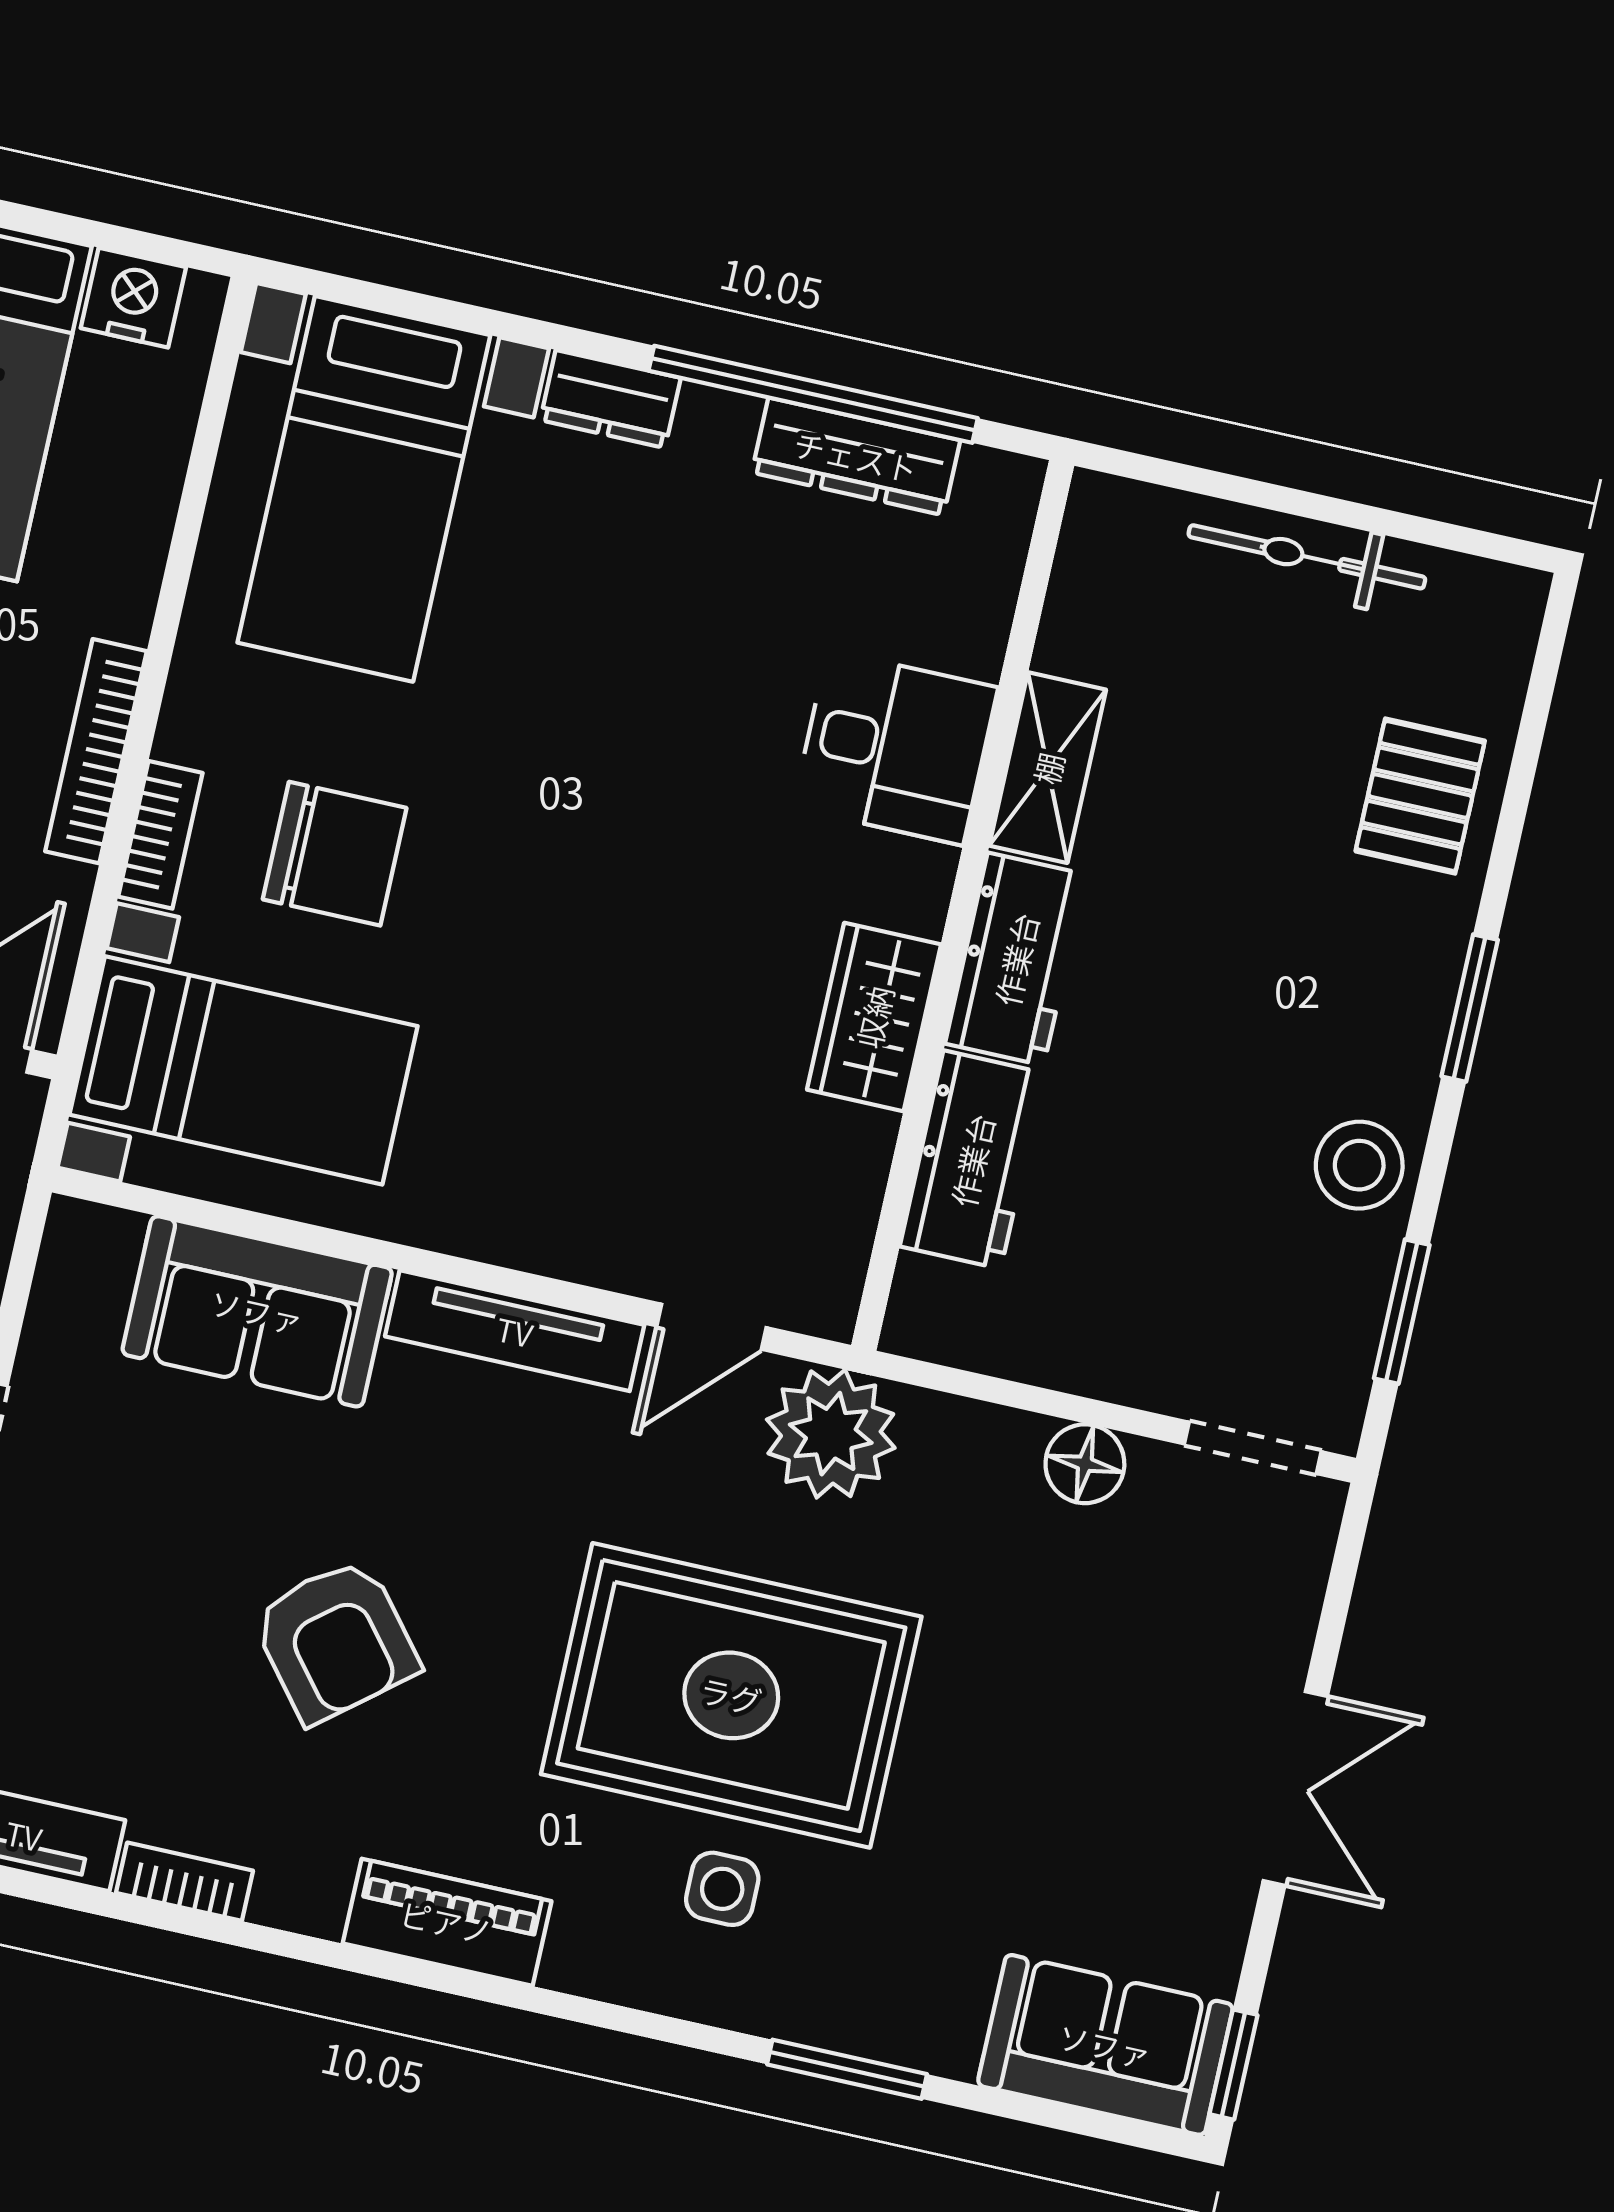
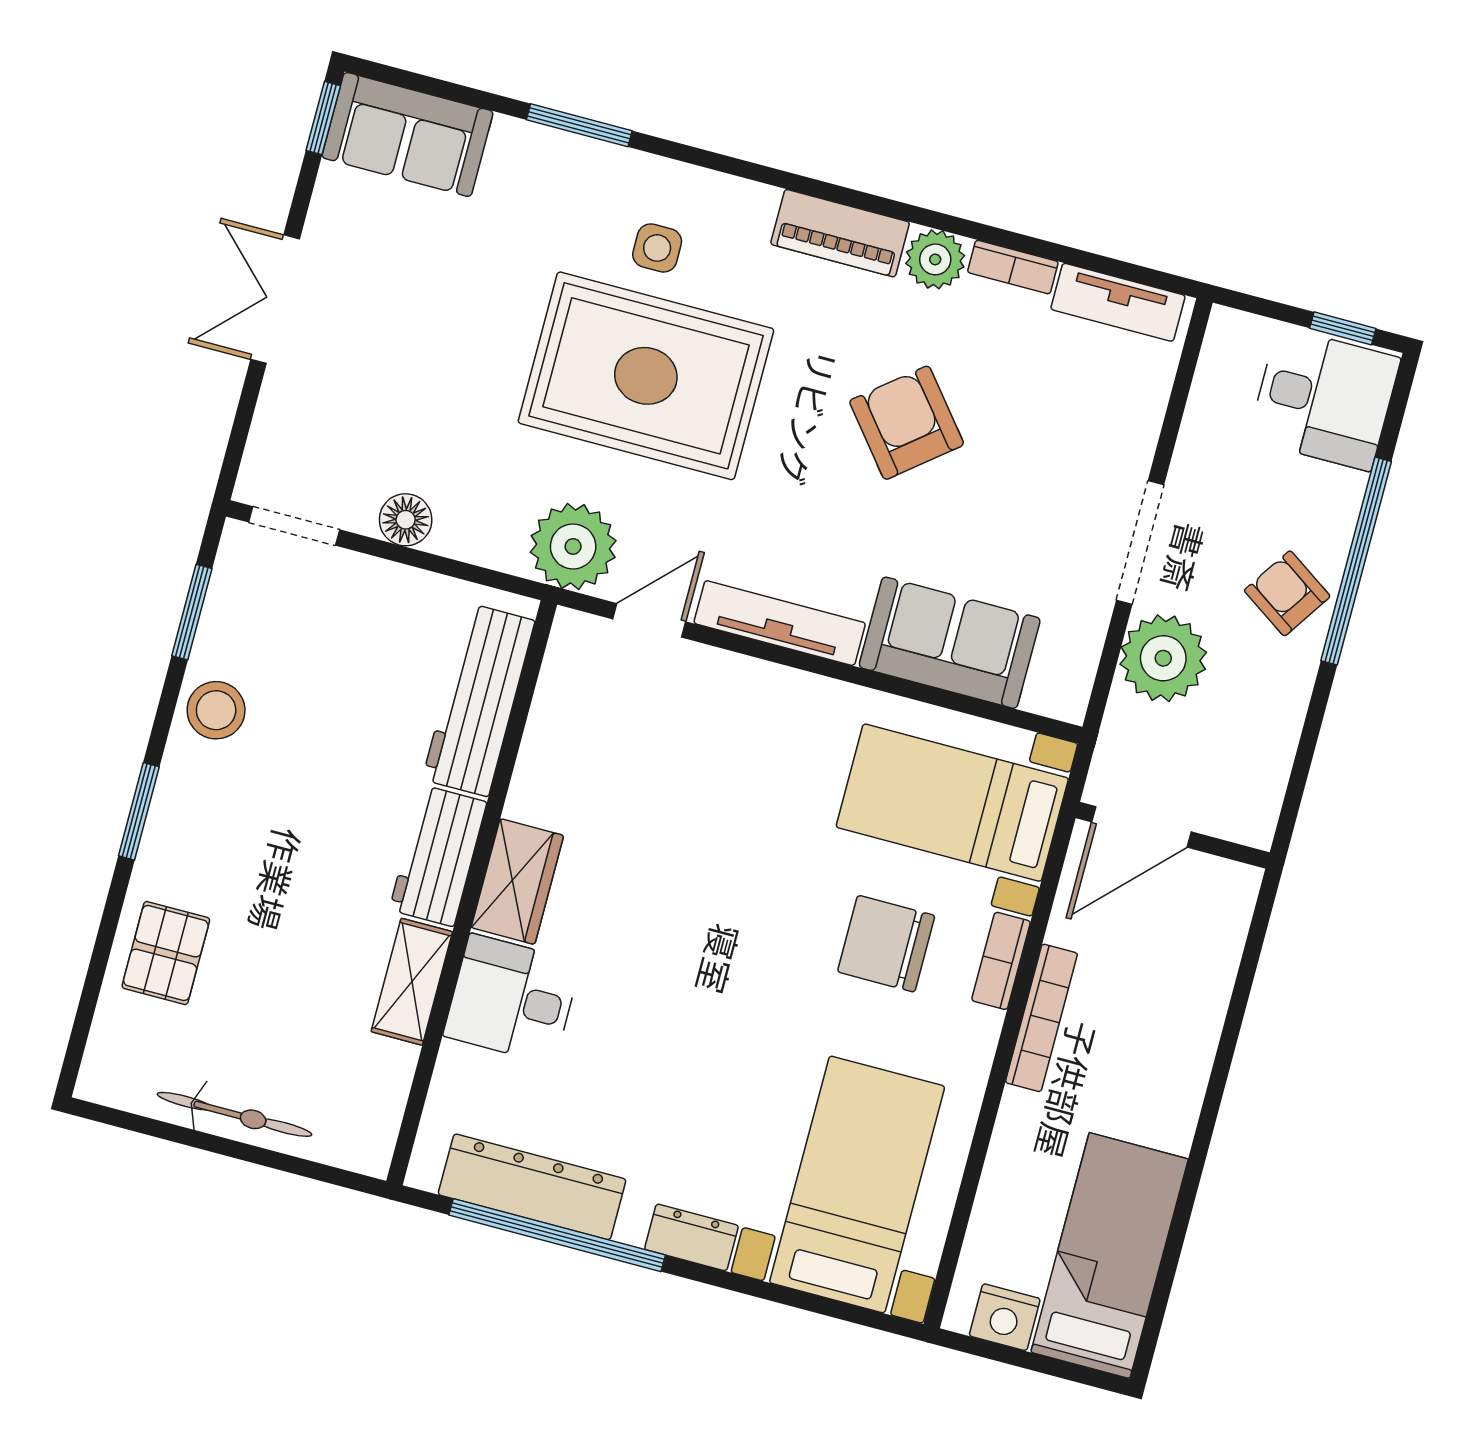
dresser: (856, 456) -> (532, 1187), width x1.37, depth x1.24
wardrobe: (874, 1017) -> (517, 882), moved
workbench: (972, 1160) -> (479, 700), width x1.38
plant: (302, 1888) -> (935, 259), added

